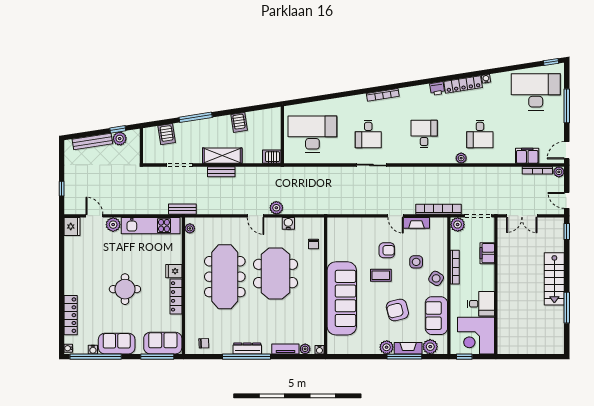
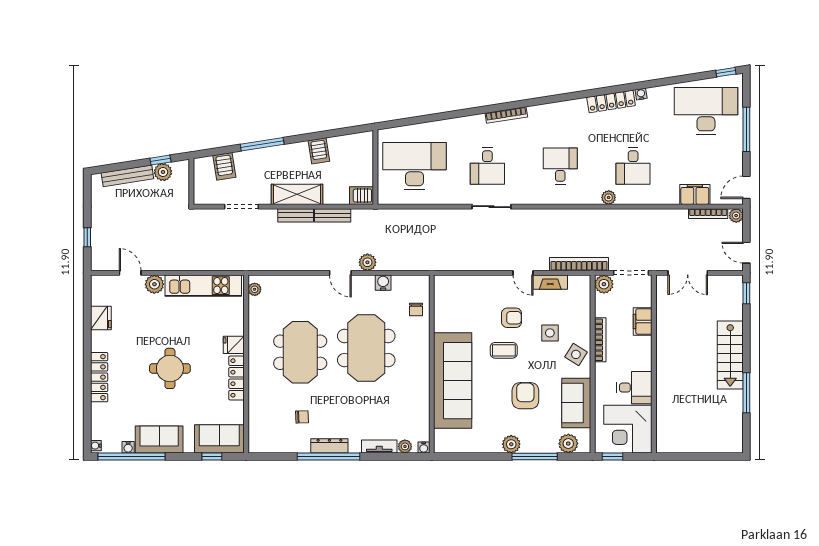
printer: (437, 89) -> (577, 107), removed
bench: (182, 209) -> (333, 215), moved
fridge: (72, 226) -> (101, 318), moved
meeting table: (225, 277) -> (300, 352), width x0.73
armchair: (397, 310) -> (525, 396), turned 104
locker: (71, 315) -> (99, 377), moved
chair: (204, 343) -> (302, 417), moved
fireplace: (408, 348) -> (539, 446), removed
window: (157, 357) -> (212, 457), width x0.46

